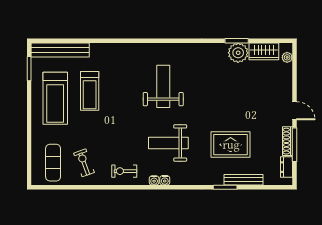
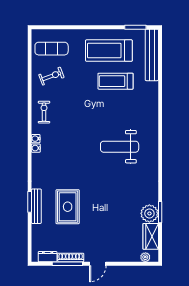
weight bench: (163, 86) -> (120, 147), turned 180
weight bench: (168, 143) -> (69, 151), removed
bench: (243, 180) -> (36, 206), moved

